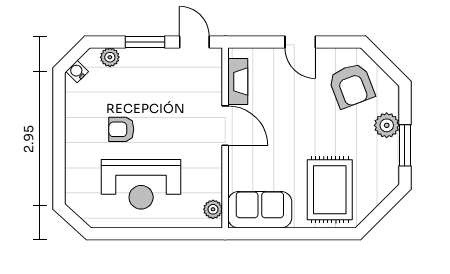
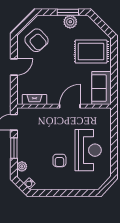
armchair: (351, 85) -> (37, 40), turned 70
plant: (387, 125) -> (70, 22), moved
door: (225, 126) -> (70, 106), moved
plant: (213, 209) -> (101, 113), removed

